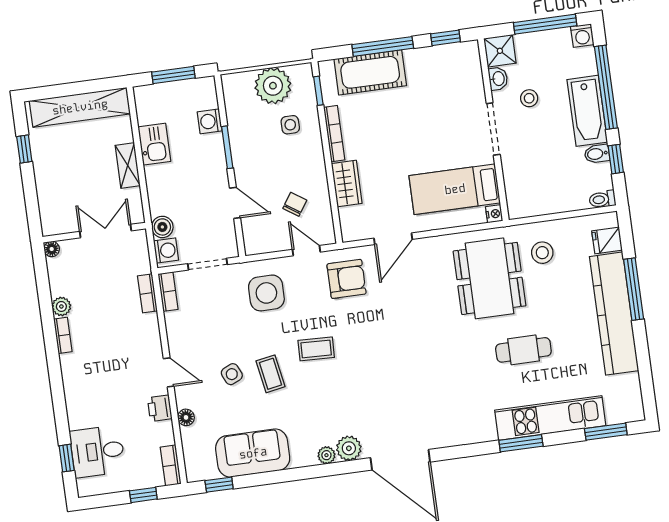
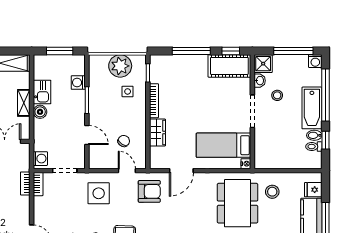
cot: (370, 72) -> (229, 66), moved
toilet: (602, 199) -> (314, 147), moved
boiler: (162, 227) -> (40, 112), moved

